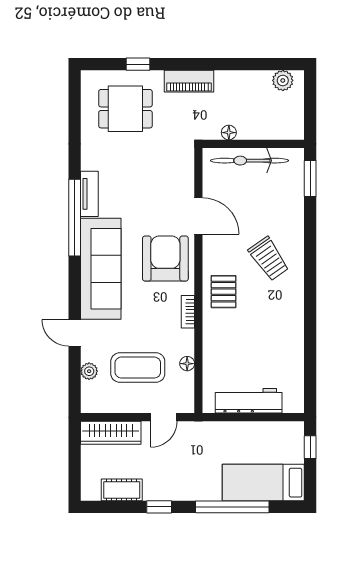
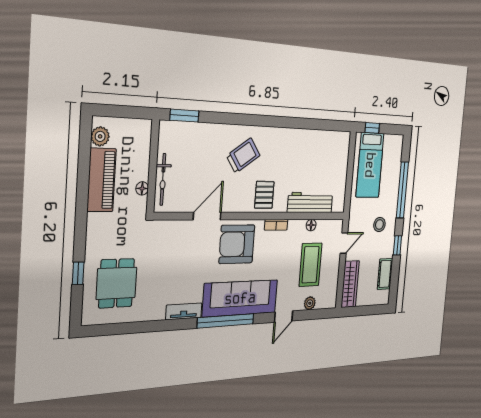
piano: (189, 81) -> (101, 180), moved, width x1.37, depth x1.33
bicycle: (250, 161) -> (163, 179), width x0.73, depth x0.71
window: (75, 218) -> (226, 321), moved
pallet: (224, 292) -> (264, 195), turned 90
workbench: (249, 401) -> (310, 203), moved, turned 90
door: (164, 417) -> (344, 243), hinge flipped
stool: (187, 473) -> (379, 224), added
bed: (263, 483) -> (370, 165), moved

